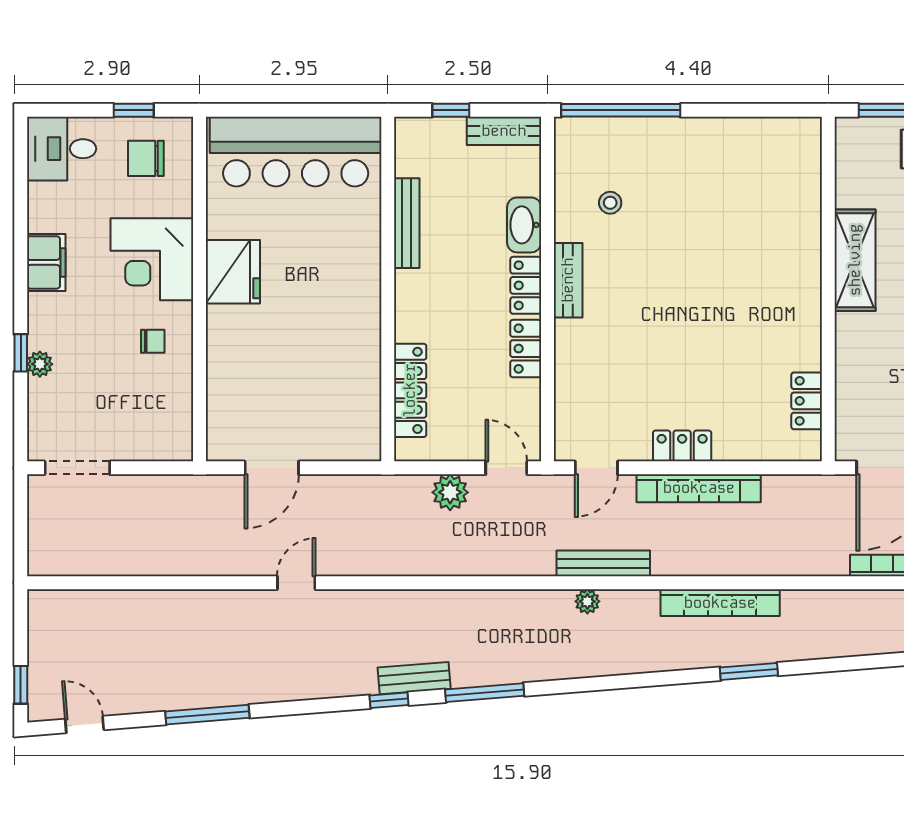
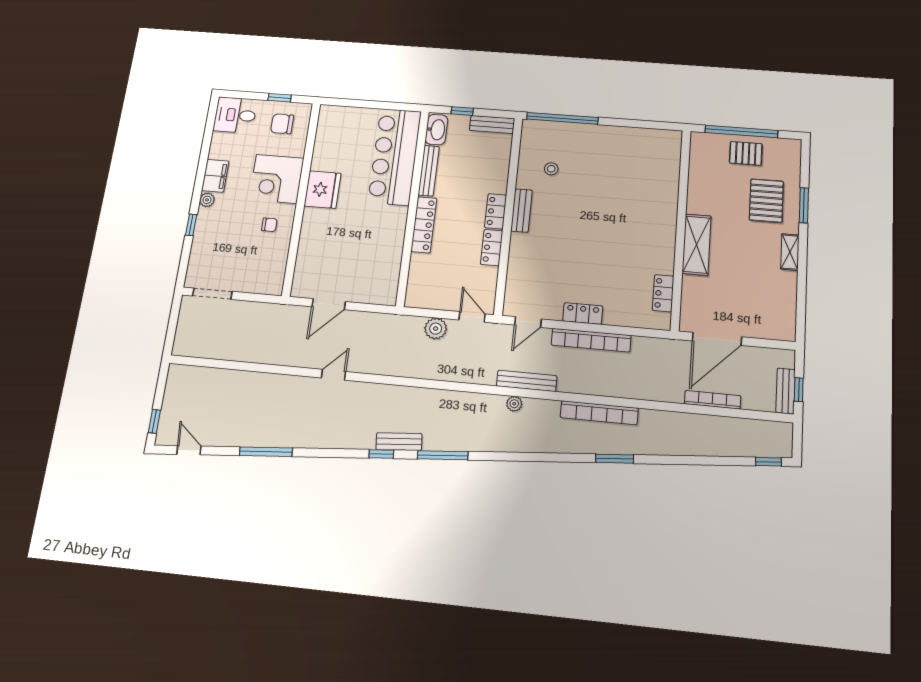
bar counter: (296, 152) -> (395, 157), moved, turned 90
washbasin: (524, 225) -> (436, 130), moved, turned 180
shelving: (855, 260) -> (697, 245), moved
plant: (40, 364) -> (207, 200), moved
locker: (410, 390) -> (424, 225), moved

